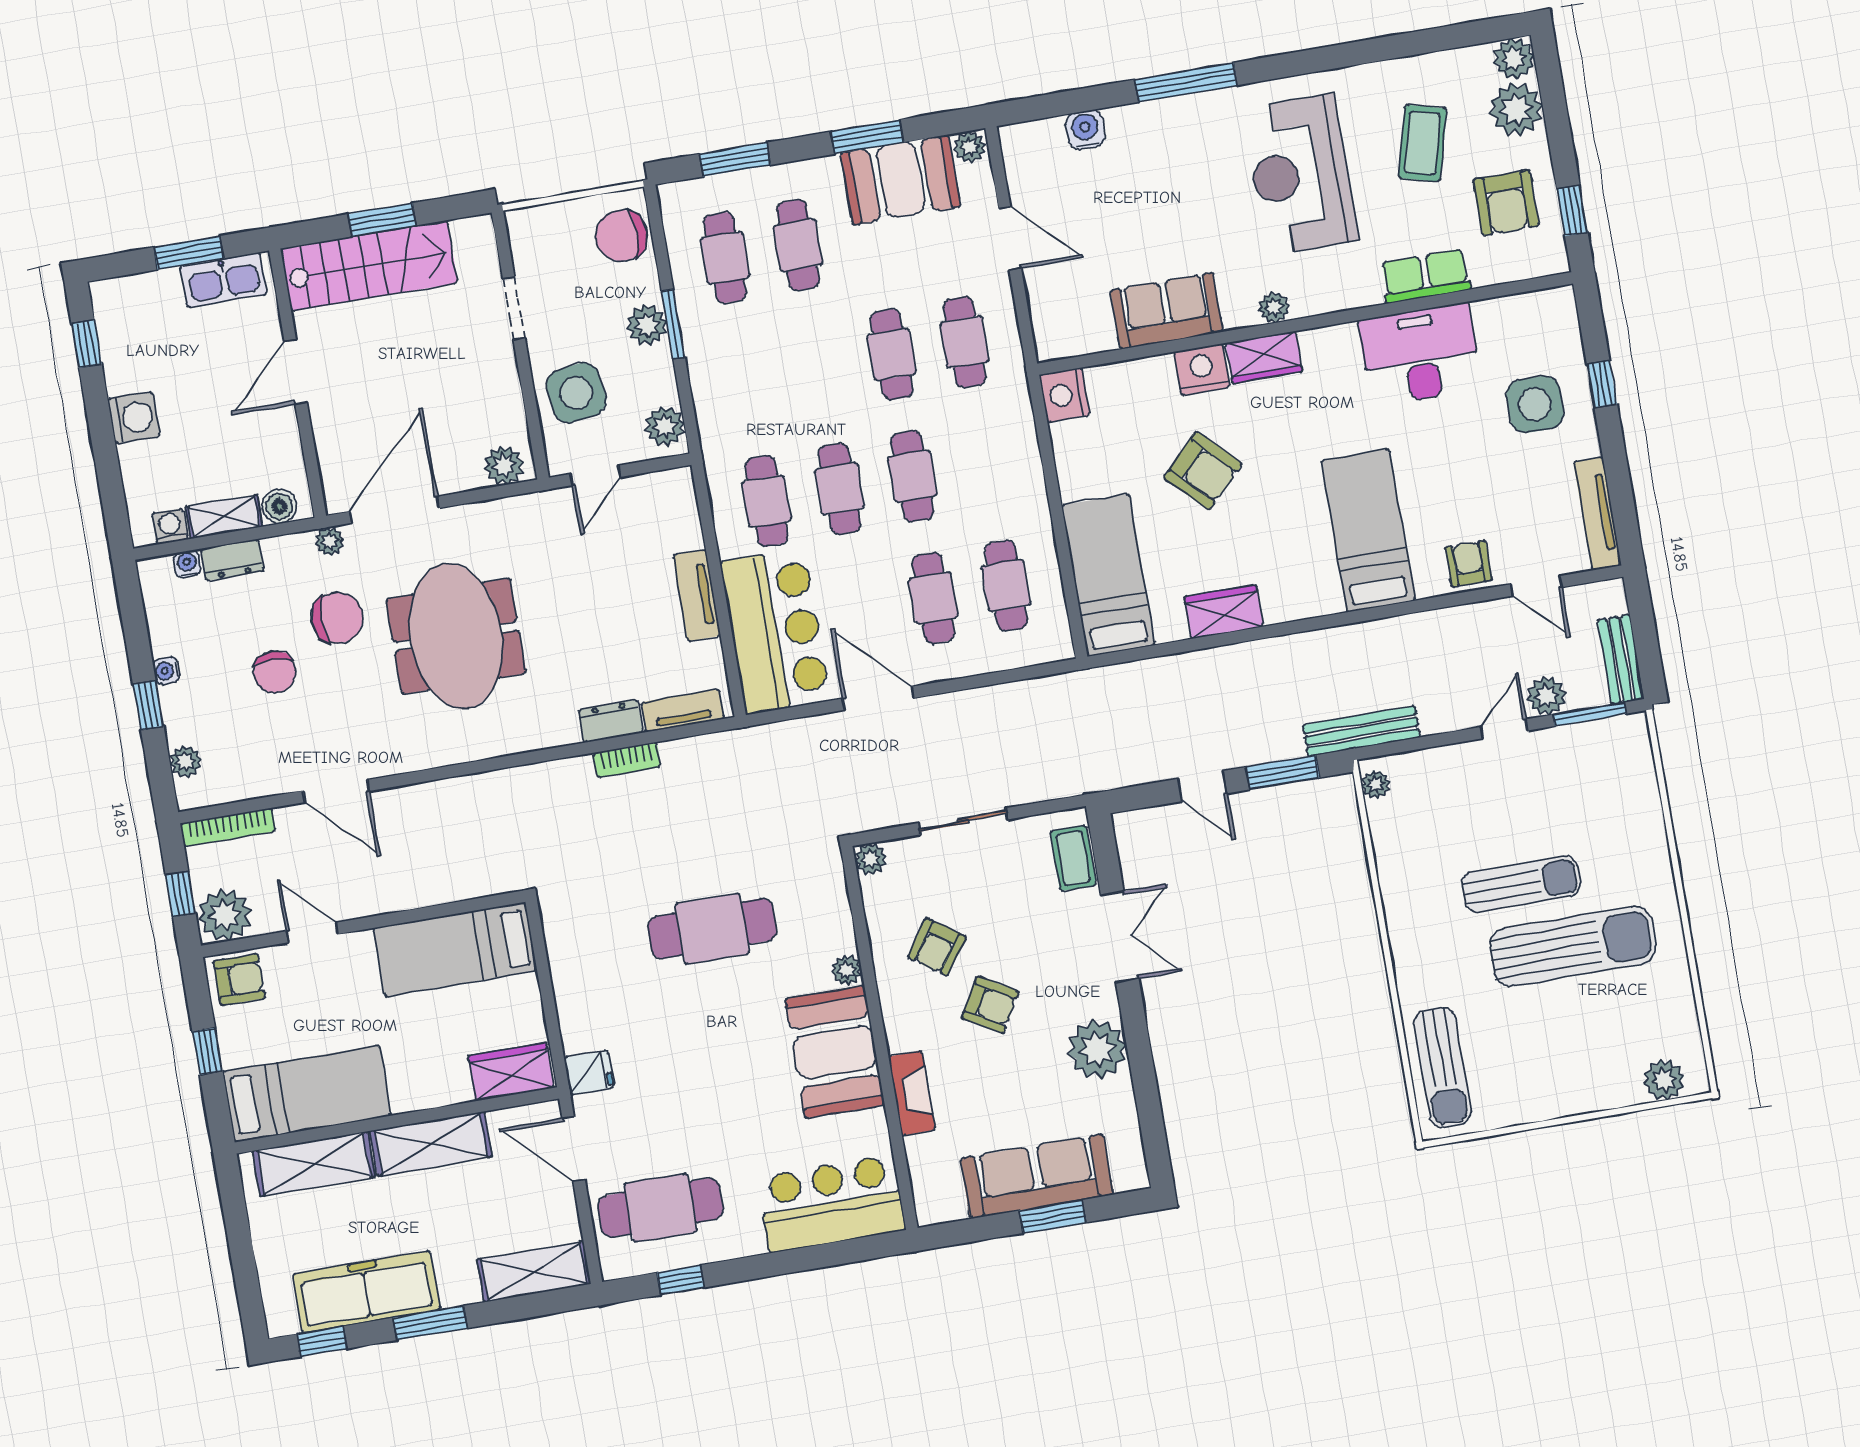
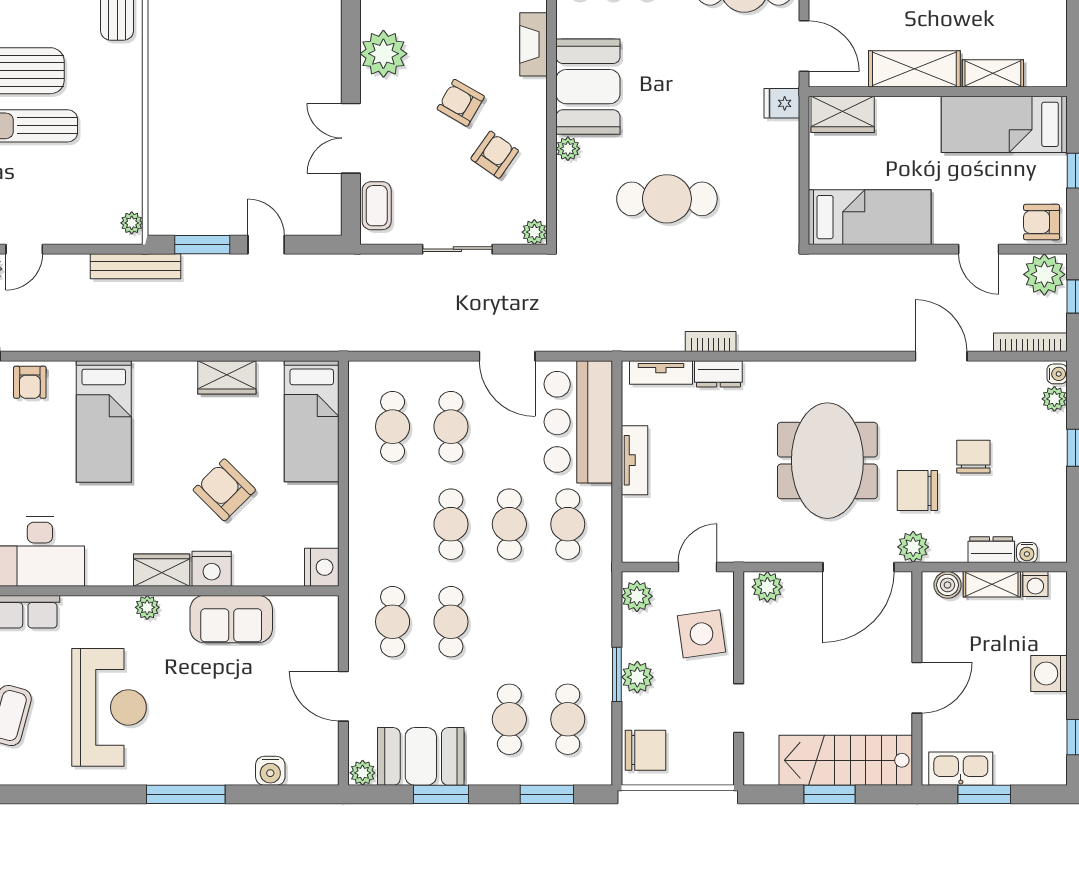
plant: (330, 541) -> (913, 547), width x1.38, depth x1.38
water cooler: (167, 671) -> (1057, 374), moved
shelving: (314, 1164) -> (993, 73), width x0.67, depth x0.75

